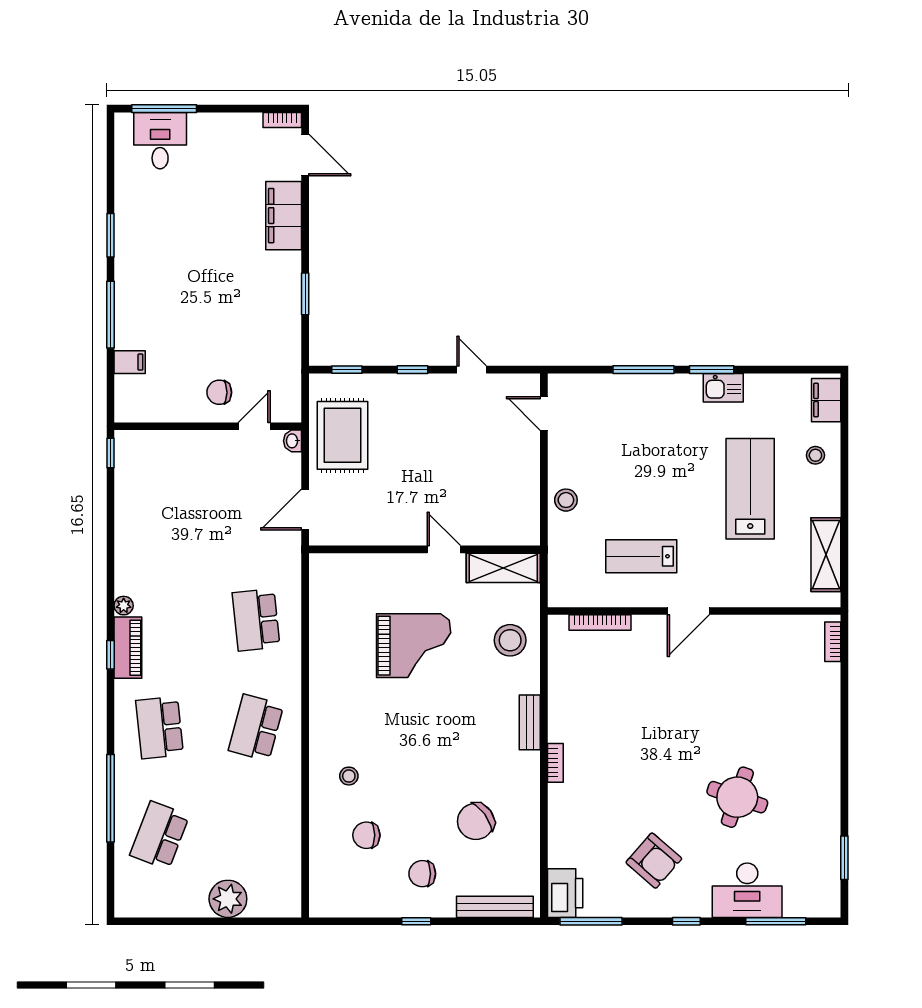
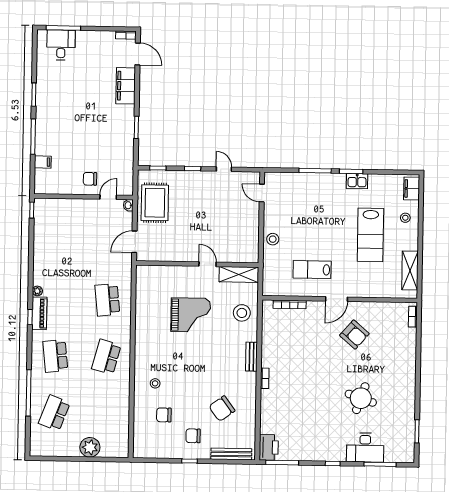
lab bench: (750, 489) -> (370, 235), turned 180
armchair: (654, 861) -> (354, 335), moved

